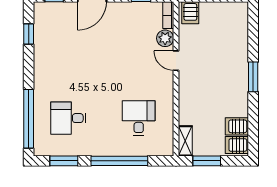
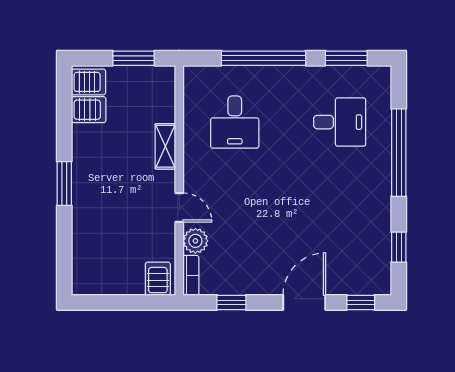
window: (29, 119) -> (399, 153), moved
shelving: (185, 141) -> (165, 146), moved

